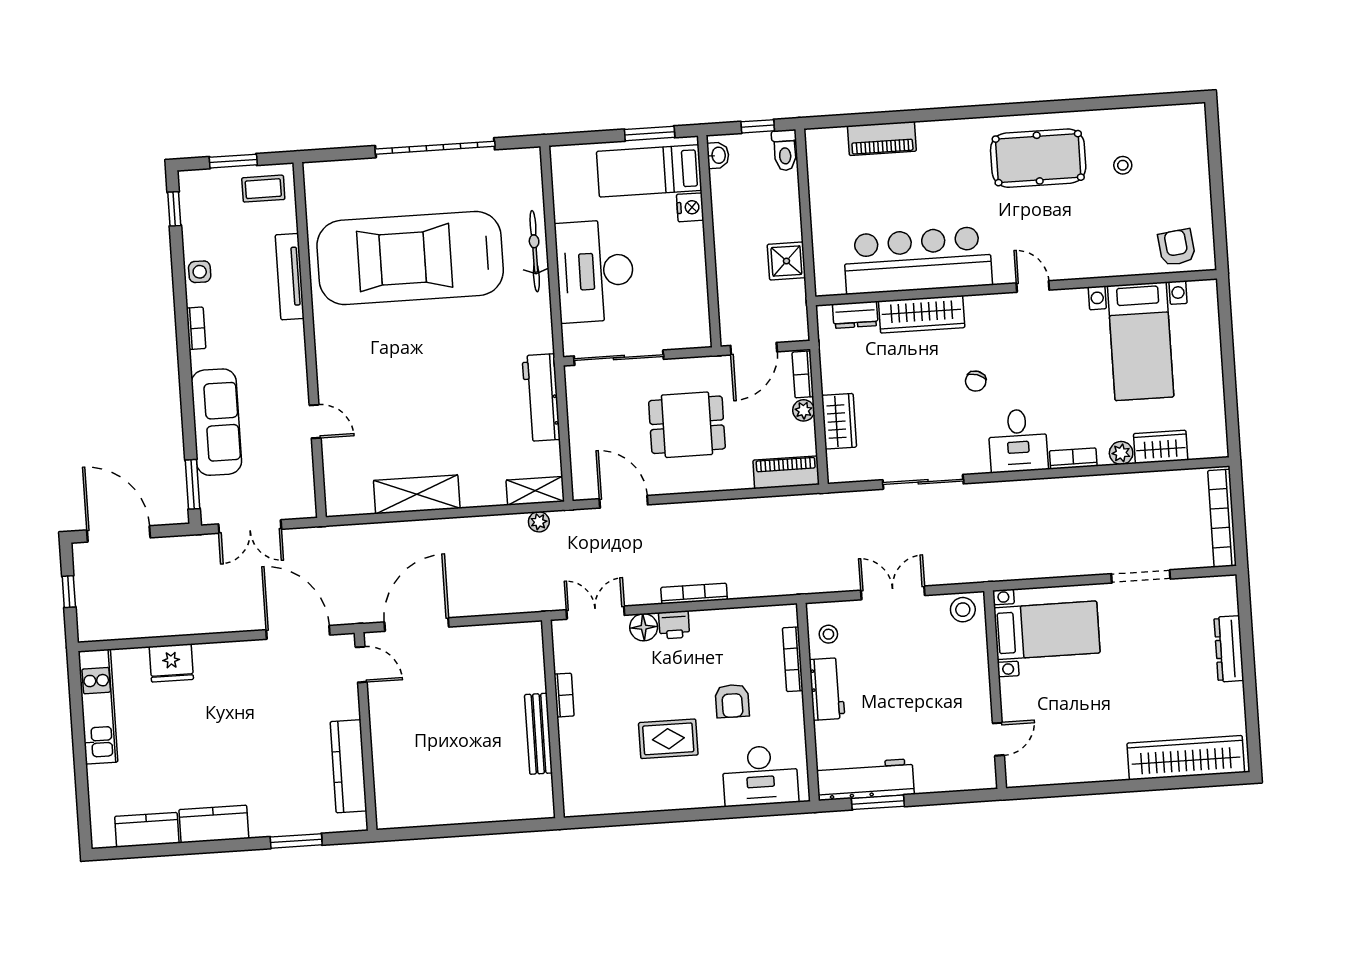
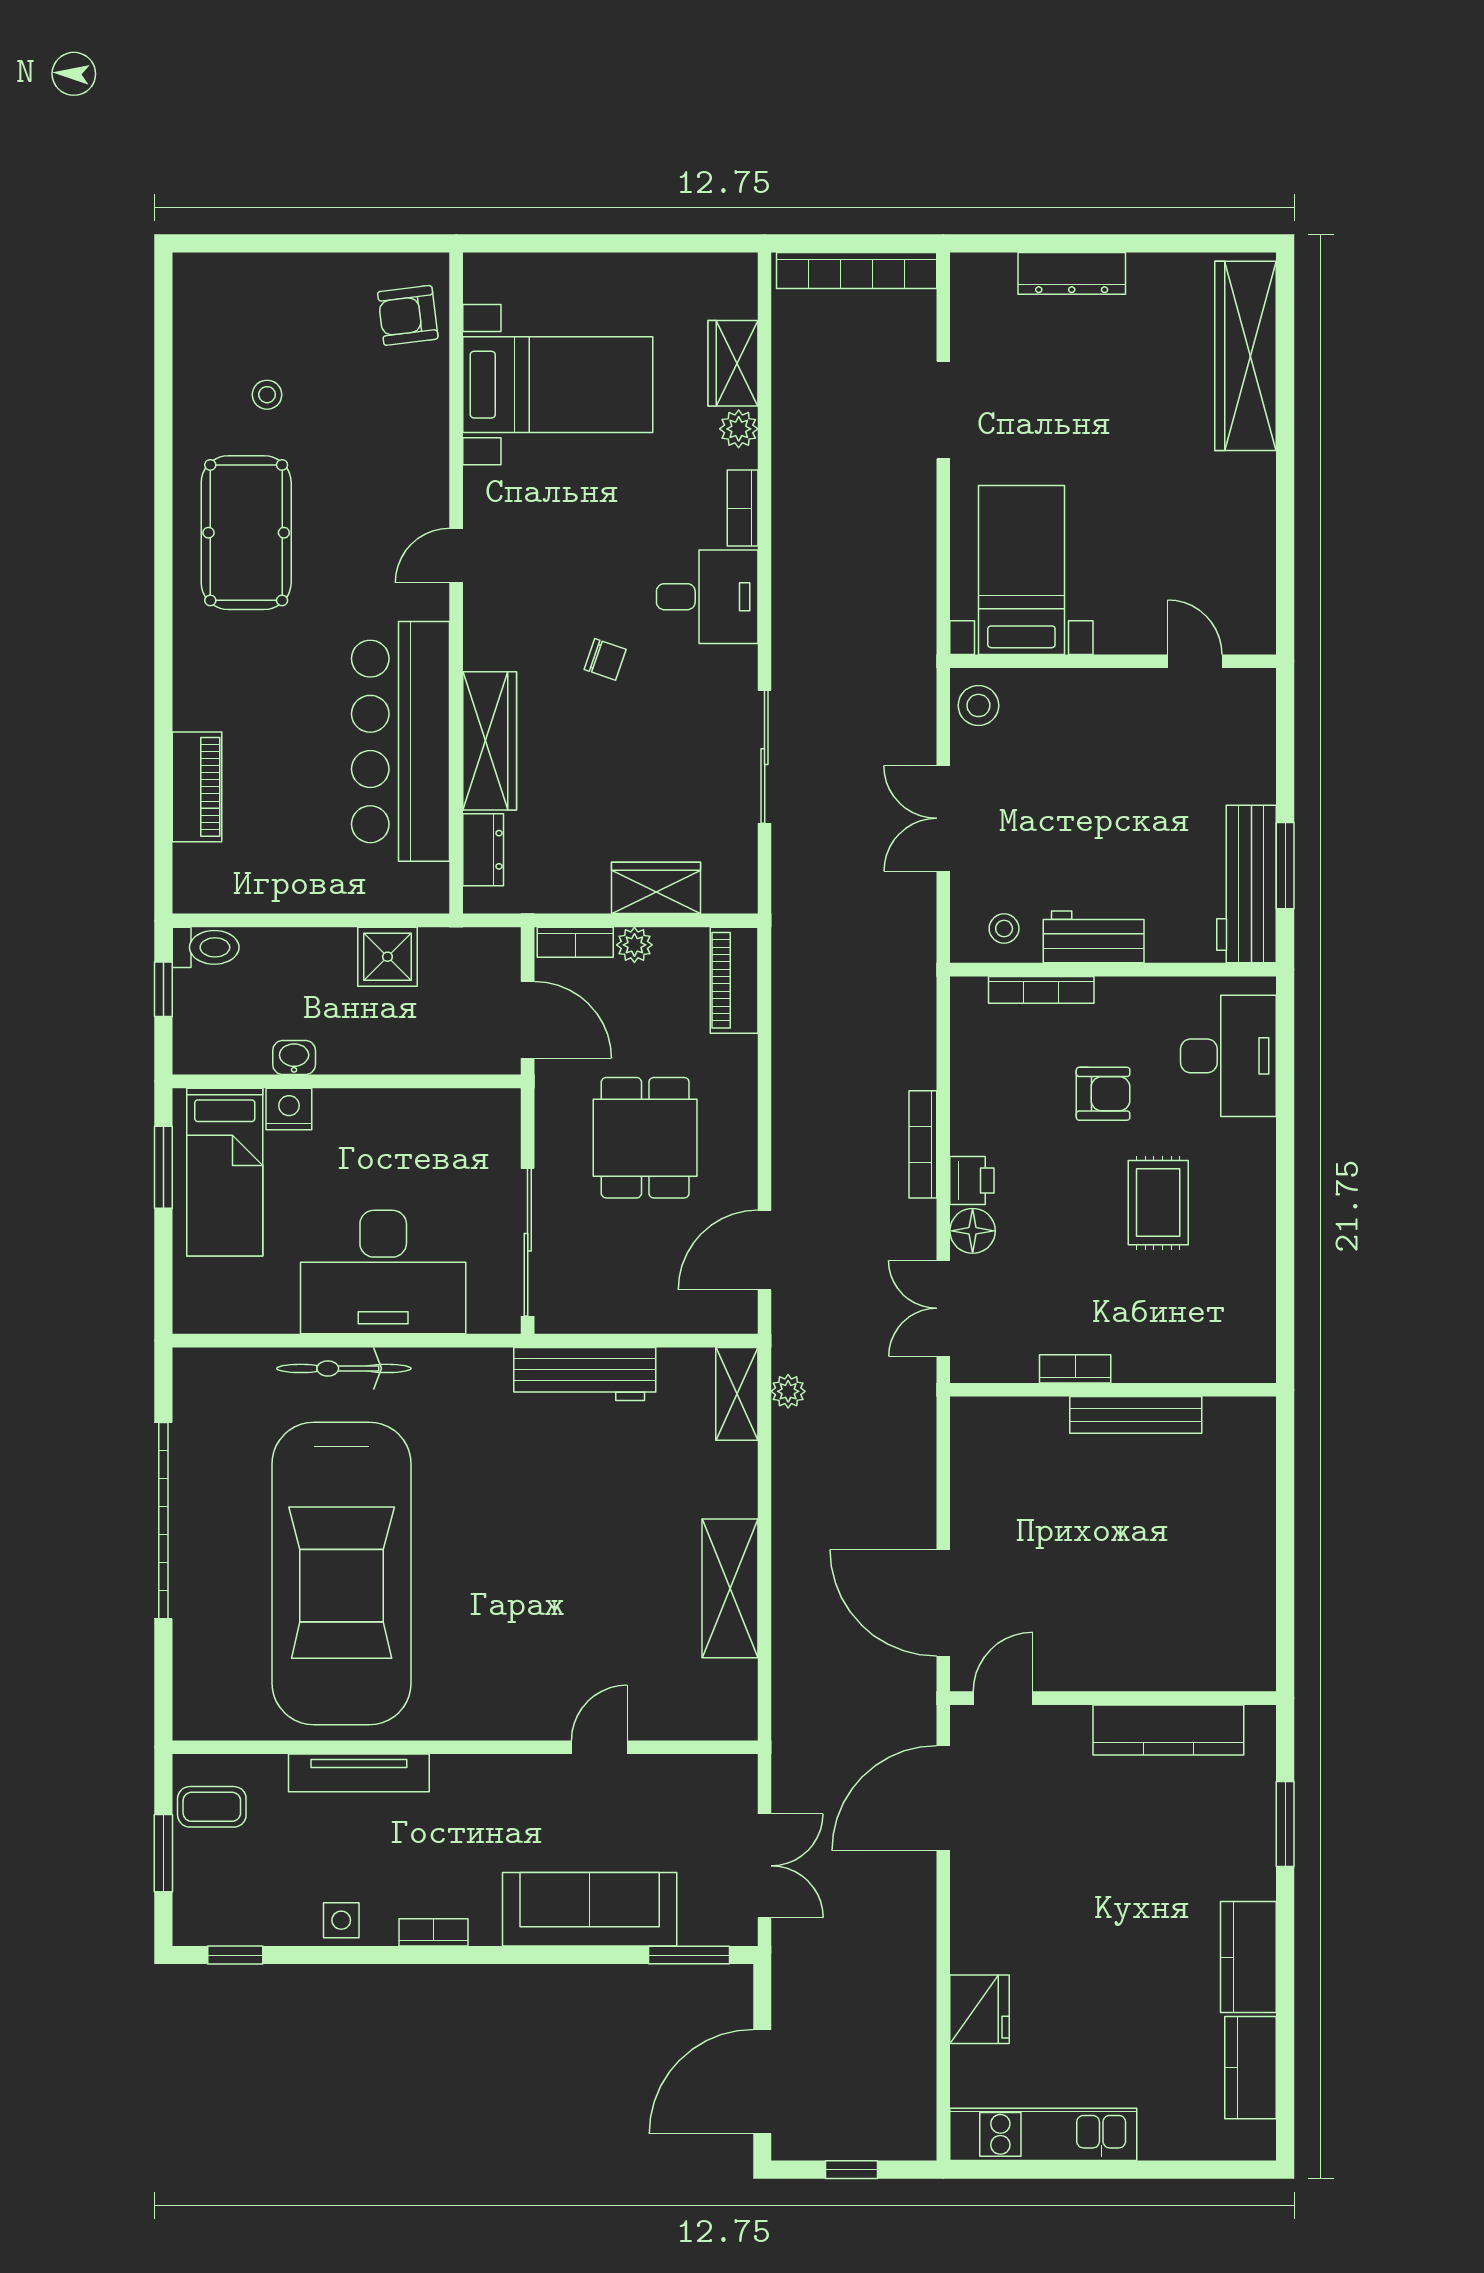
washbasin: (718, 155) -> (294, 1057), moved
coffee table: (263, 189) -> (212, 1807), turned 90

